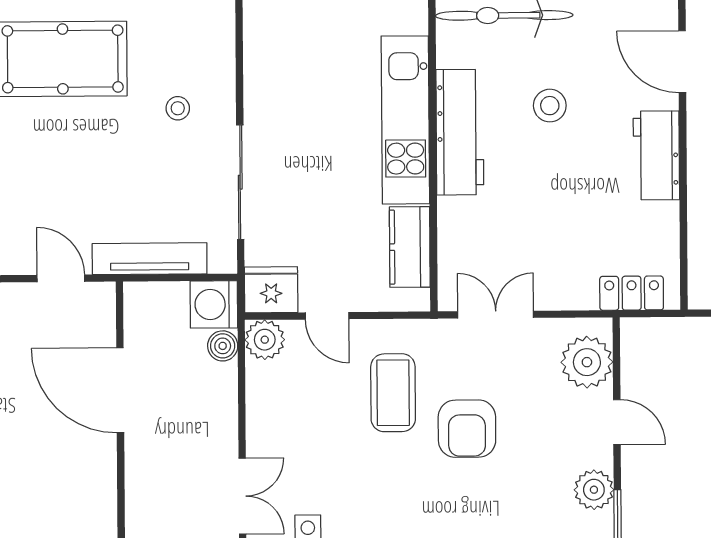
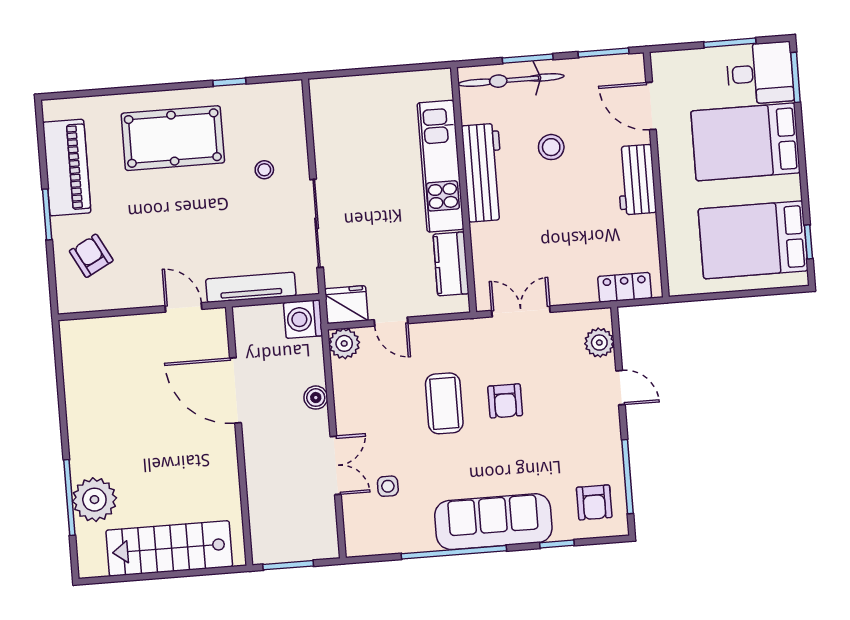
boiler: (223, 346) -> (316, 398), moved
plant: (587, 362) -> (599, 343), width x0.73, depth x0.73
coffee table: (393, 393) -> (444, 403), moved
armchair: (467, 429) -> (505, 401), width x0.72, depth x0.72
plant: (594, 490) -> (606, 441), removed

